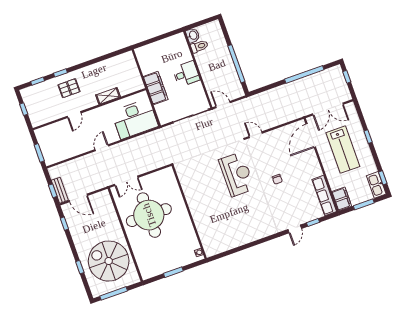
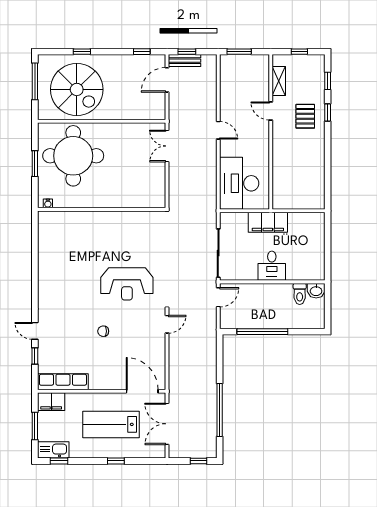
shelving: (108, 96) -> (279, 81), moved
round table: (149, 215) -> (73, 156), moved
spiral stairs: (109, 261) -> (77, 89), turned 90

